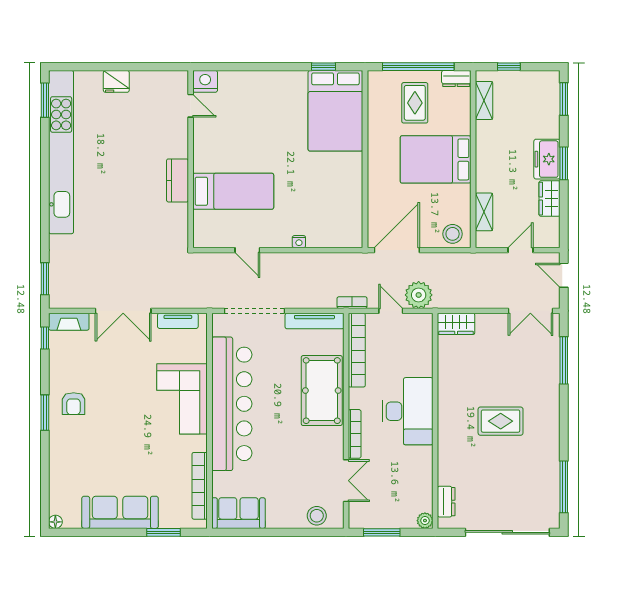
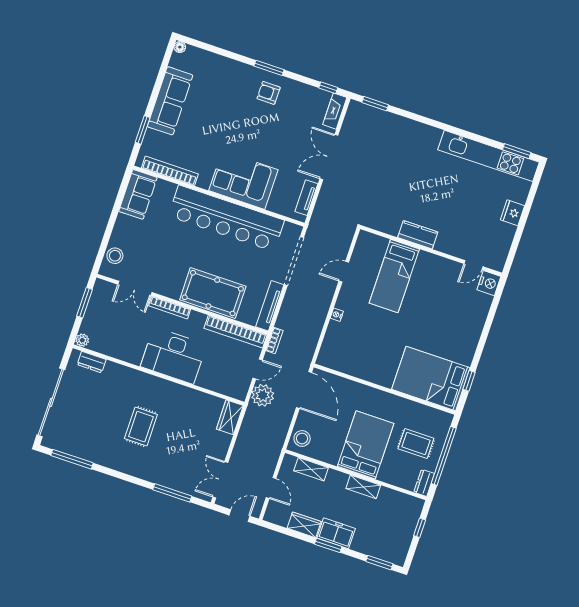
shelving: (484, 100) -> (363, 487), moved
kitchen unit: (61, 152) -> (488, 156), width x0.73

